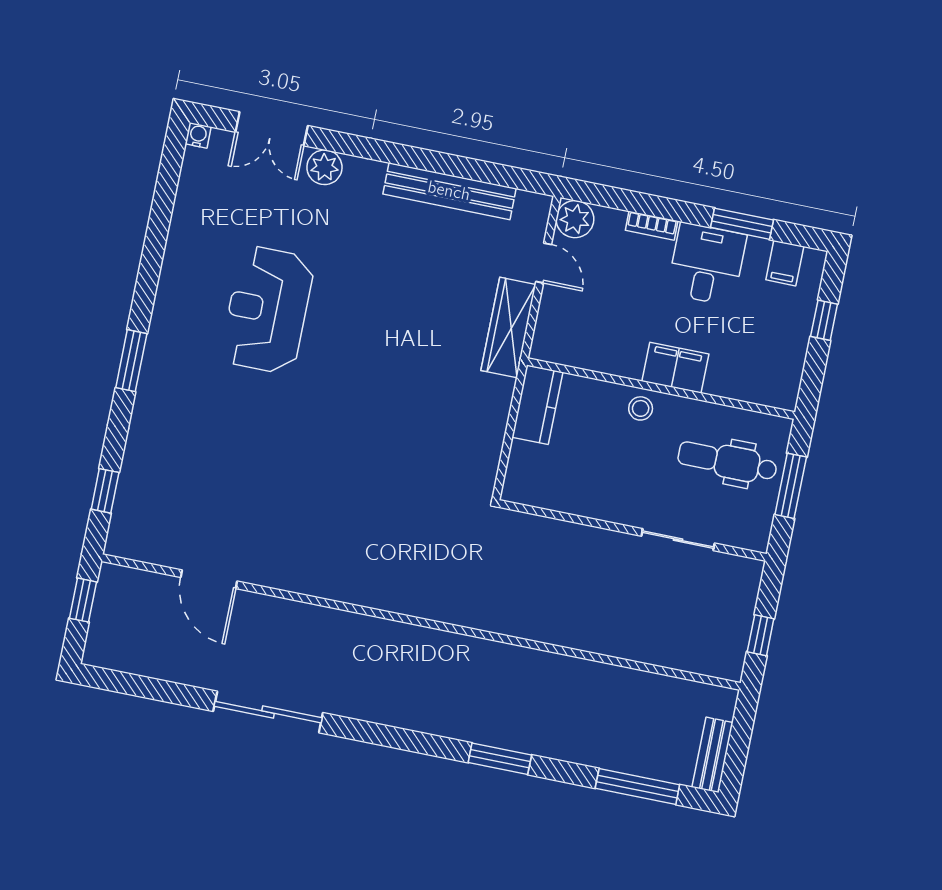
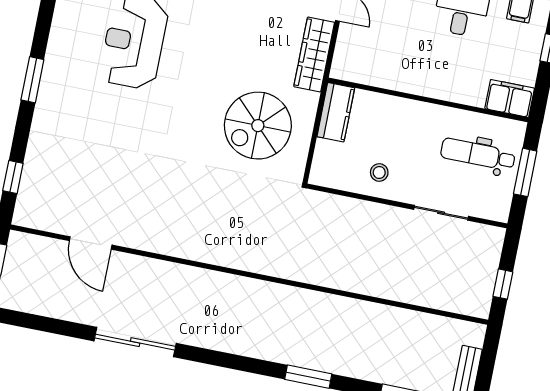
filing cabinet: (675, 368) -> (510, 98), moved
stool: (641, 408) -> (379, 172), moved
spiral stairs: (433, 422) -> (258, 126), added

